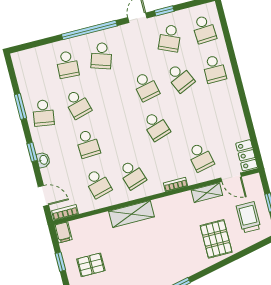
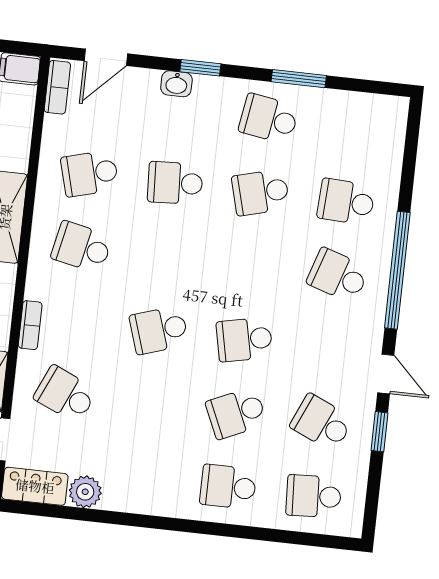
plant: (241, 132) -> (85, 492), added
school desk: (200, 157) -> (65, 394), turned 36
school desk: (132, 175) -> (82, 247), turned 30

